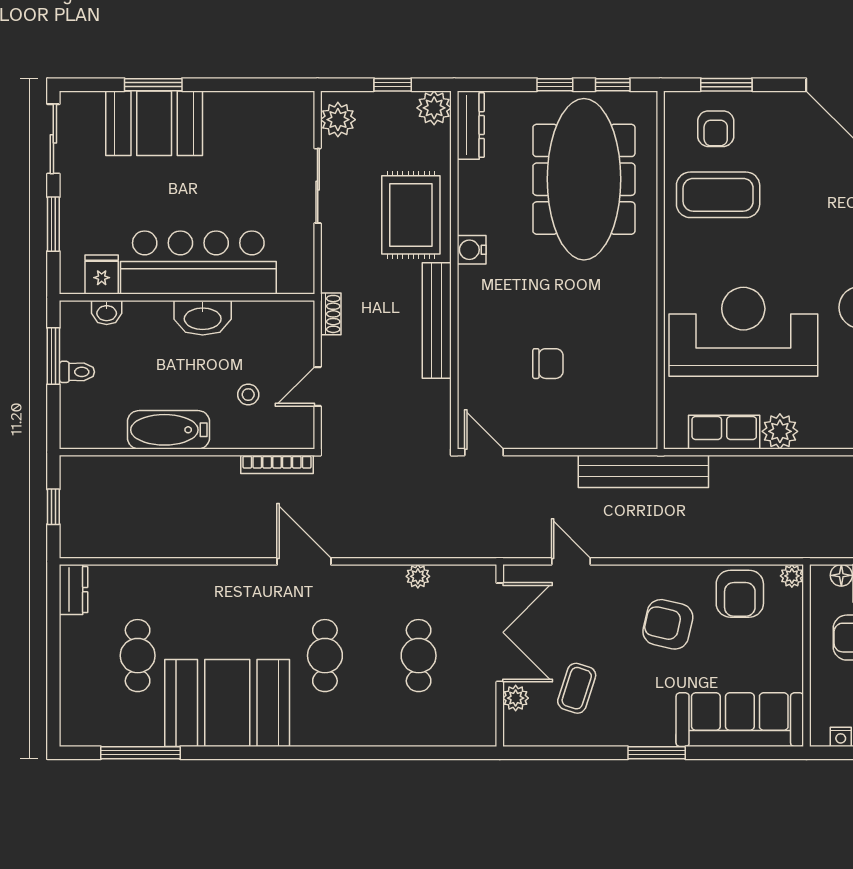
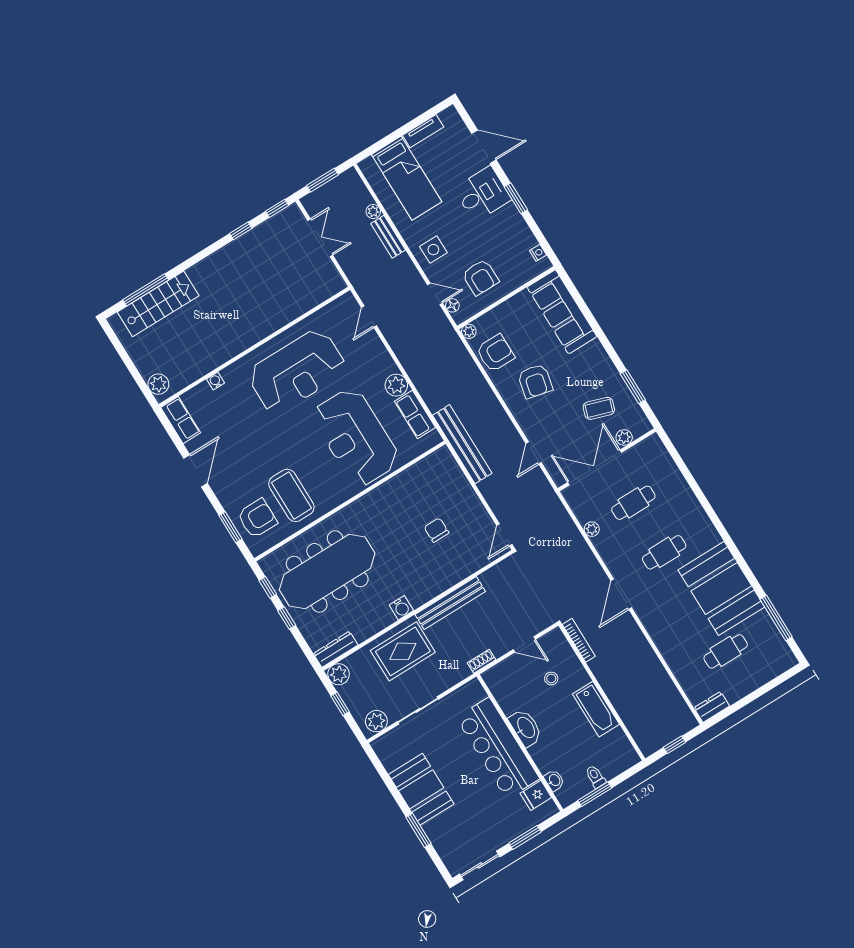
booth: (154, 123) -> (421, 789), moved
armchair: (716, 129) -> (257, 518), width x1.38, depth x1.38
window: (657, 753) -> (633, 387), moved

